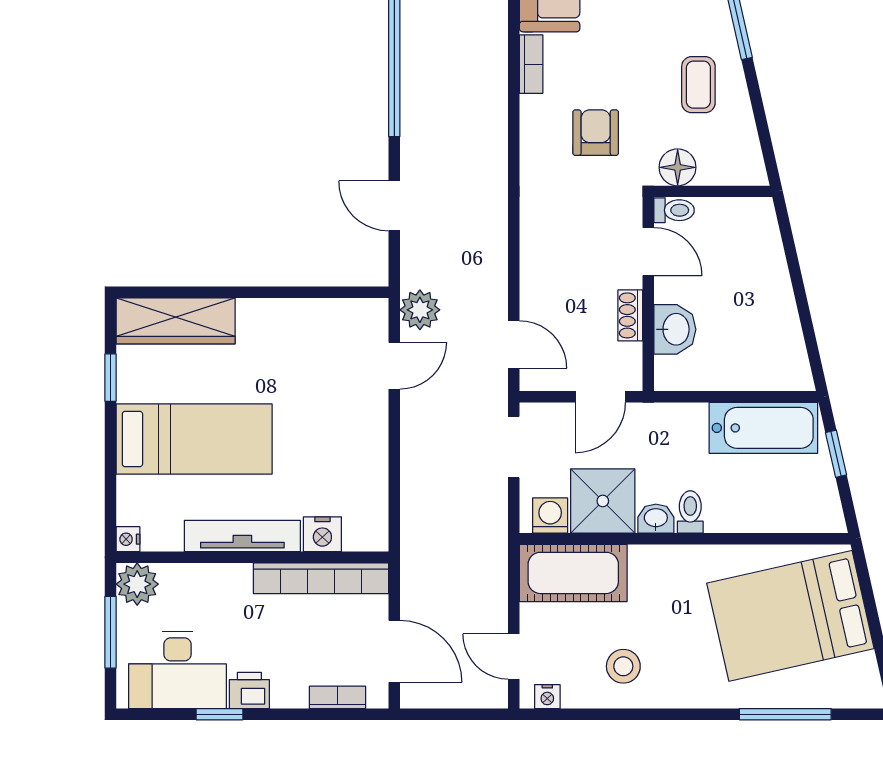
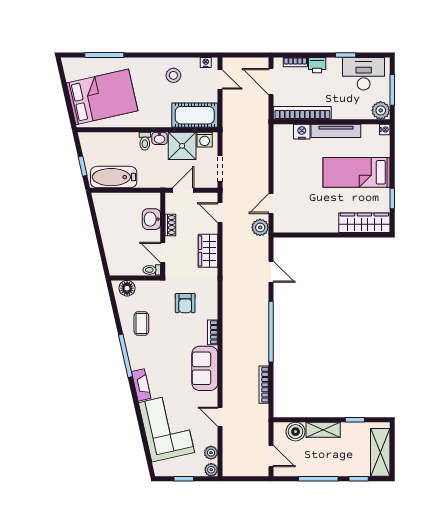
floor lamp: (678, 167) -> (127, 288), moved
wardrobe: (542, 255) -> (208, 251), added
printer: (249, 690) -> (317, 65), moved

